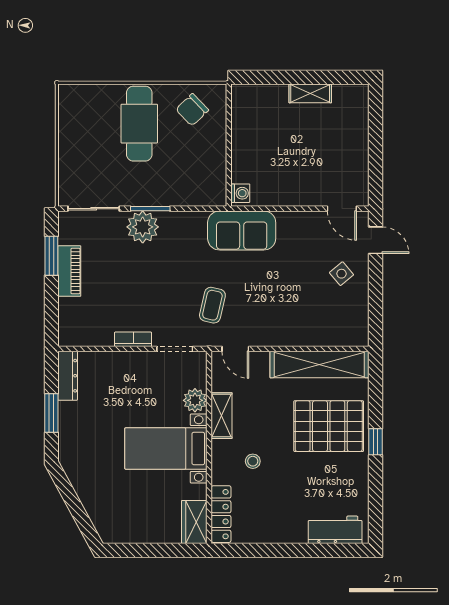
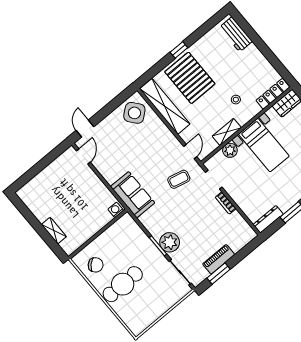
shelving: (310, 93) -> (54, 231), moved
side table: (342, 274) -> (134, 113), moved, width x1.87, depth x1.87

